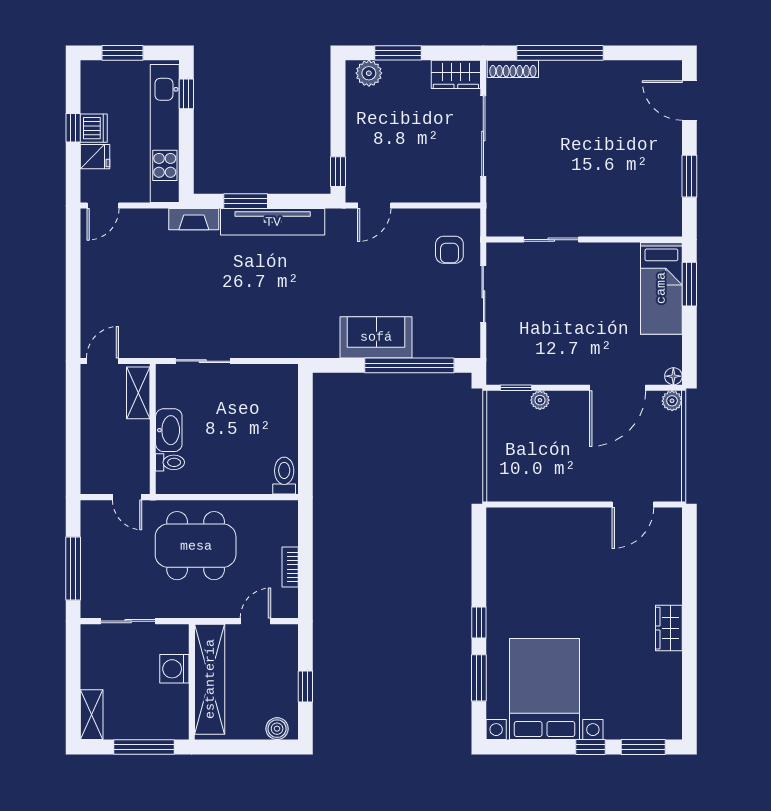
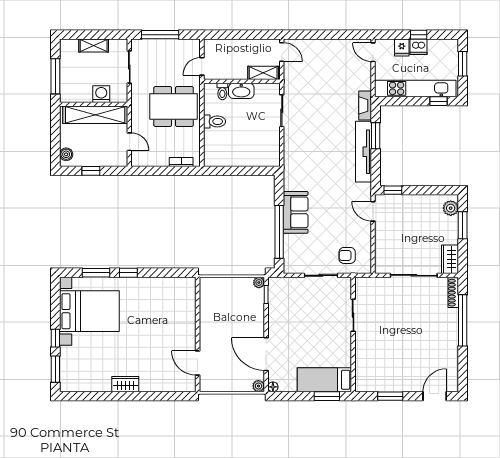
plant: (540, 400) -> (259, 283), moved
toilet: (284, 476) -> (215, 121), moved
dining table: (196, 546) -> (174, 106), turned 90
bookcase: (290, 567) -> (181, 162), moved
shelving: (92, 715) -> (94, 46), moved

